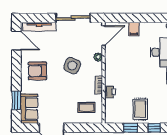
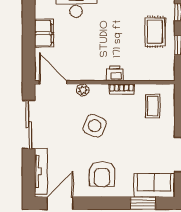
filing cabinet: (134, 29) -> (44, 33), width x2.00
printer: (110, 92) -> (115, 73), moved
rug: (140, 109) -> (155, 32), turned 90

